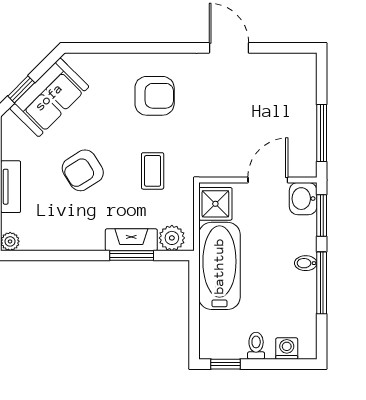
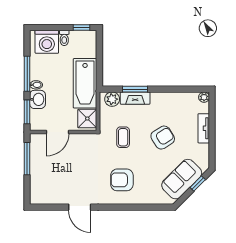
washbasin: (303, 199) -> (37, 99), moved
washing machine: (287, 349) -> (47, 42), width x1.89, depth x1.89

